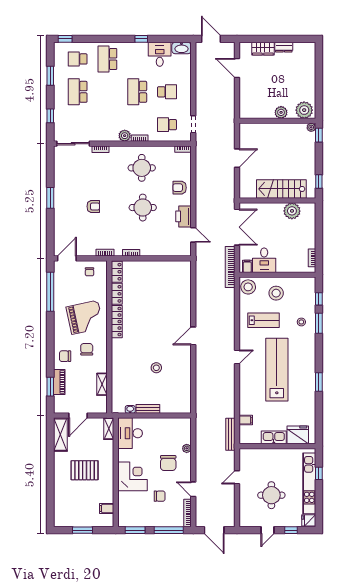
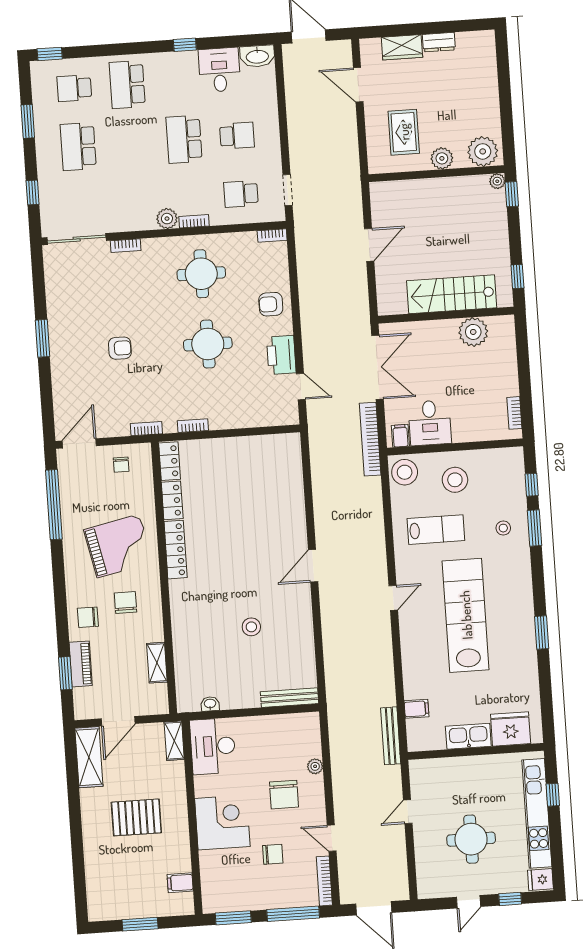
rug: (261, 96) -> (404, 132), added
bench: (148, 409) -> (290, 698), moved, width x1.36

